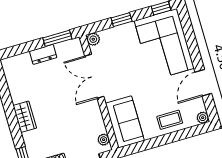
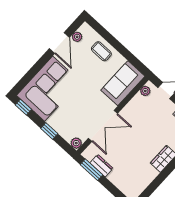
dresser: (43, 54) -> (101, 166), moved
door: (203, 83) -> (59, 43), hinge flipped
plant: (203, 118) -> (77, 37), moved

